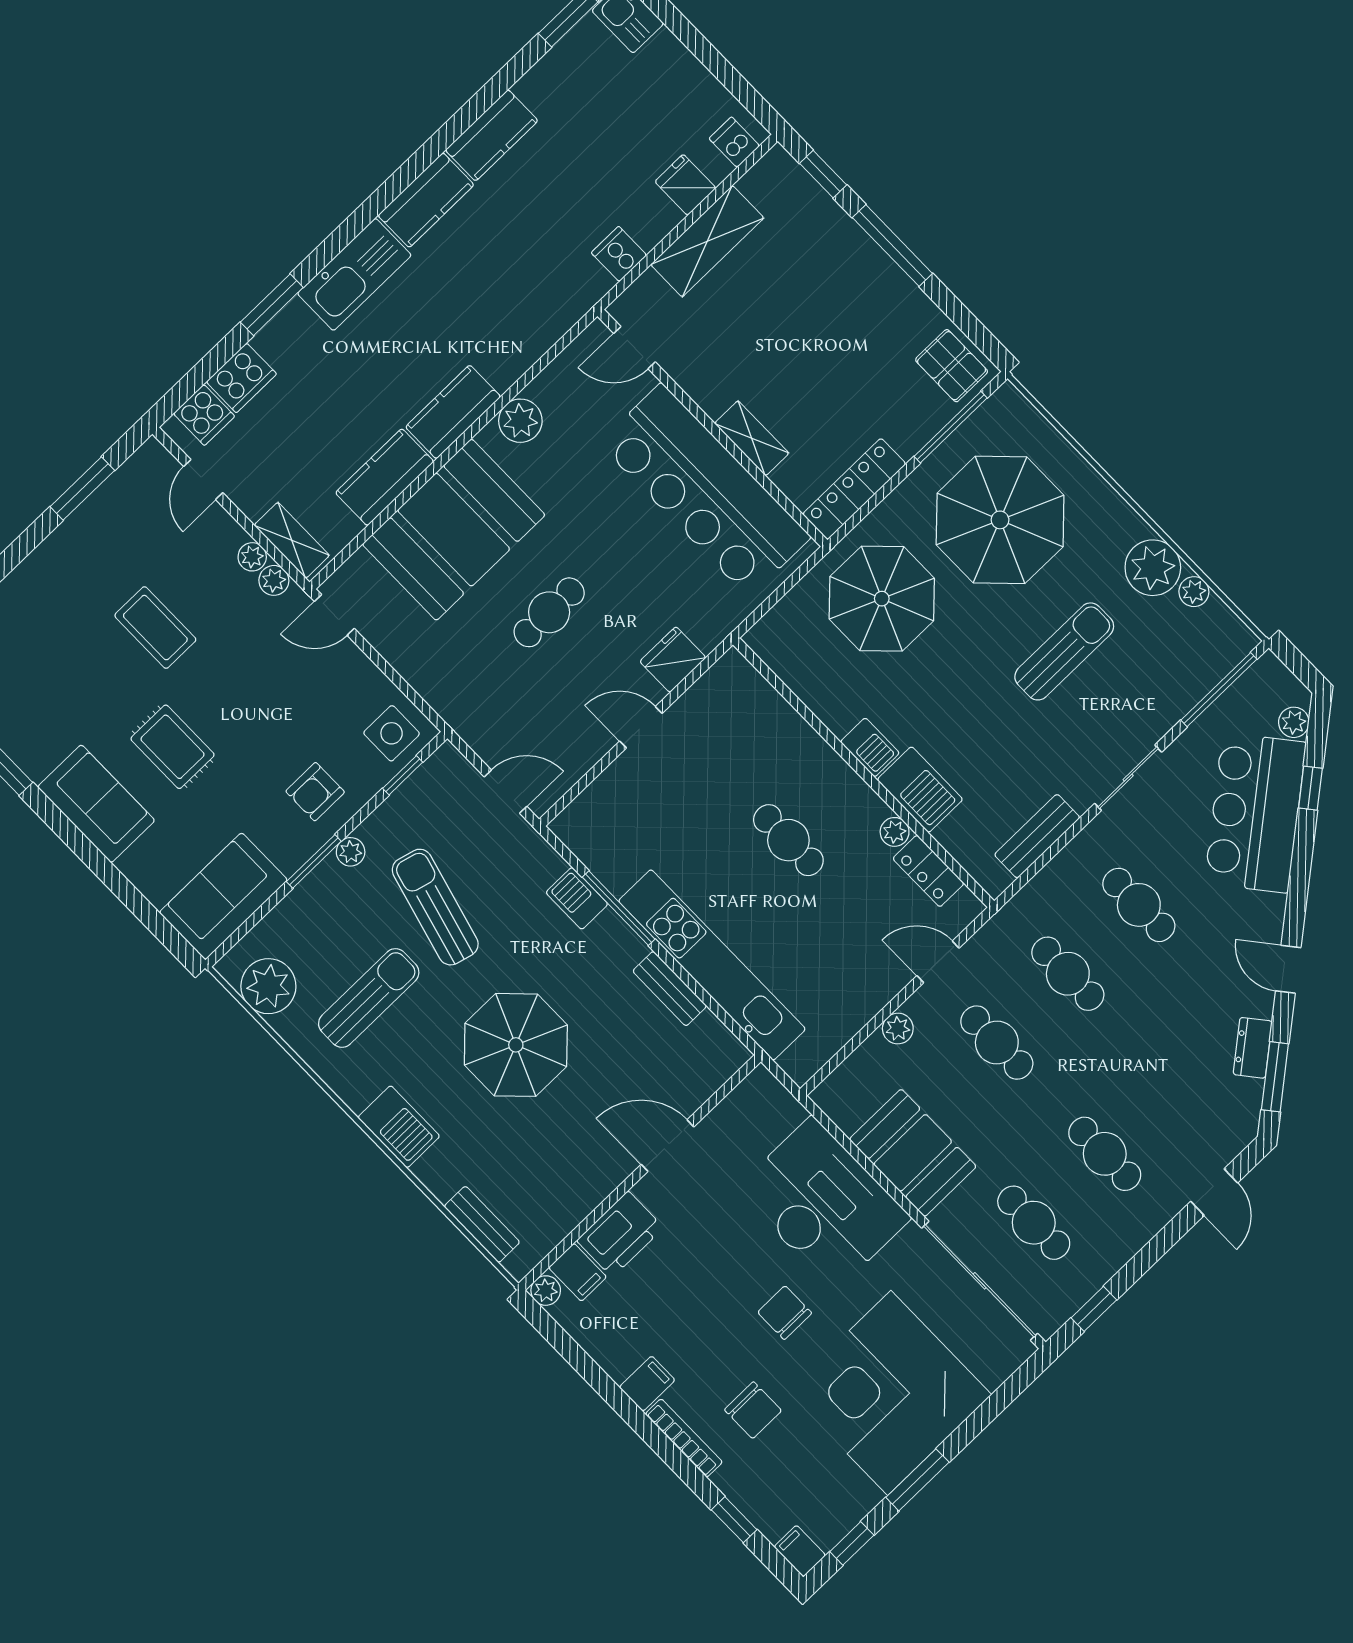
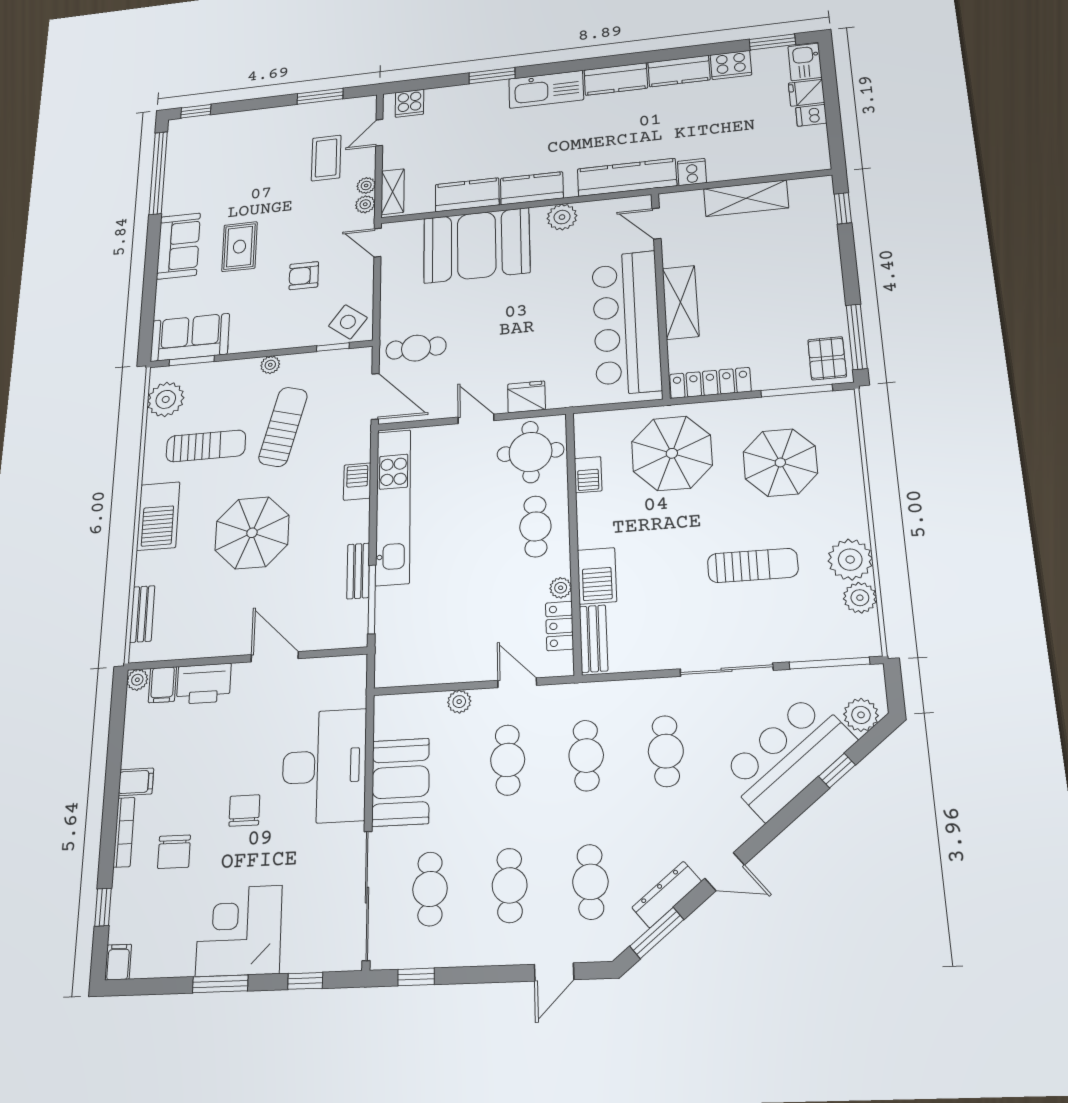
dishwasher: (734, 142) -> (811, 115), moved, turned -90
fridge: (685, 185) -> (806, 93), moved, turned -90
window: (892, 246) -> (857, 337), moved
kitchen counter: (551, 316) -> (627, 177), added
cooker: (241, 378) -> (731, 65), moved
shelving: (752, 438) -> (681, 302), width x1.50, depth x1.33
parasol: (1000, 520) -> (780, 462), width x0.73, depth x0.73
plant: (1194, 592) -> (860, 598), width x1.38, depth x1.38
cafe table: (549, 612) -> (416, 348), moved
coffee table: (155, 628) -> (326, 158), moved
round table: (733, 716) -> (530, 452), added
plant: (1294, 722) -> (861, 715), width x1.38, depth x1.38
side table: (392, 733) -> (348, 322), turned 37
barbecue: (870, 747) -> (588, 475), moved
sliding door: (1128, 778) -> (727, 670), width x1.37
armchair: (315, 792) -> (304, 276), moved
door: (506, 792) -> (375, 396), width x1.38
bench: (1037, 836) -> (593, 639), moved, turned 90
cafe table: (788, 840) -> (535, 526), moved
window: (314, 861) -> (192, 361), moved
window: (619, 908) -> (372, 599), moved
kitchen unit: (712, 965) -> (393, 507), moved
door: (1288, 969) -> (725, 872), swing flipped
dresser: (1253, 1048) -> (667, 894), width x1.44
cafe table: (1176, 1085) -> (590, 882), added
barbecue: (399, 1127) -> (158, 516), width x1.37, depth x1.21
corner desk: (889, 1393) -> (239, 931), width x0.74, depth x0.74
window: (852, 1543) -> (305, 981), moved

